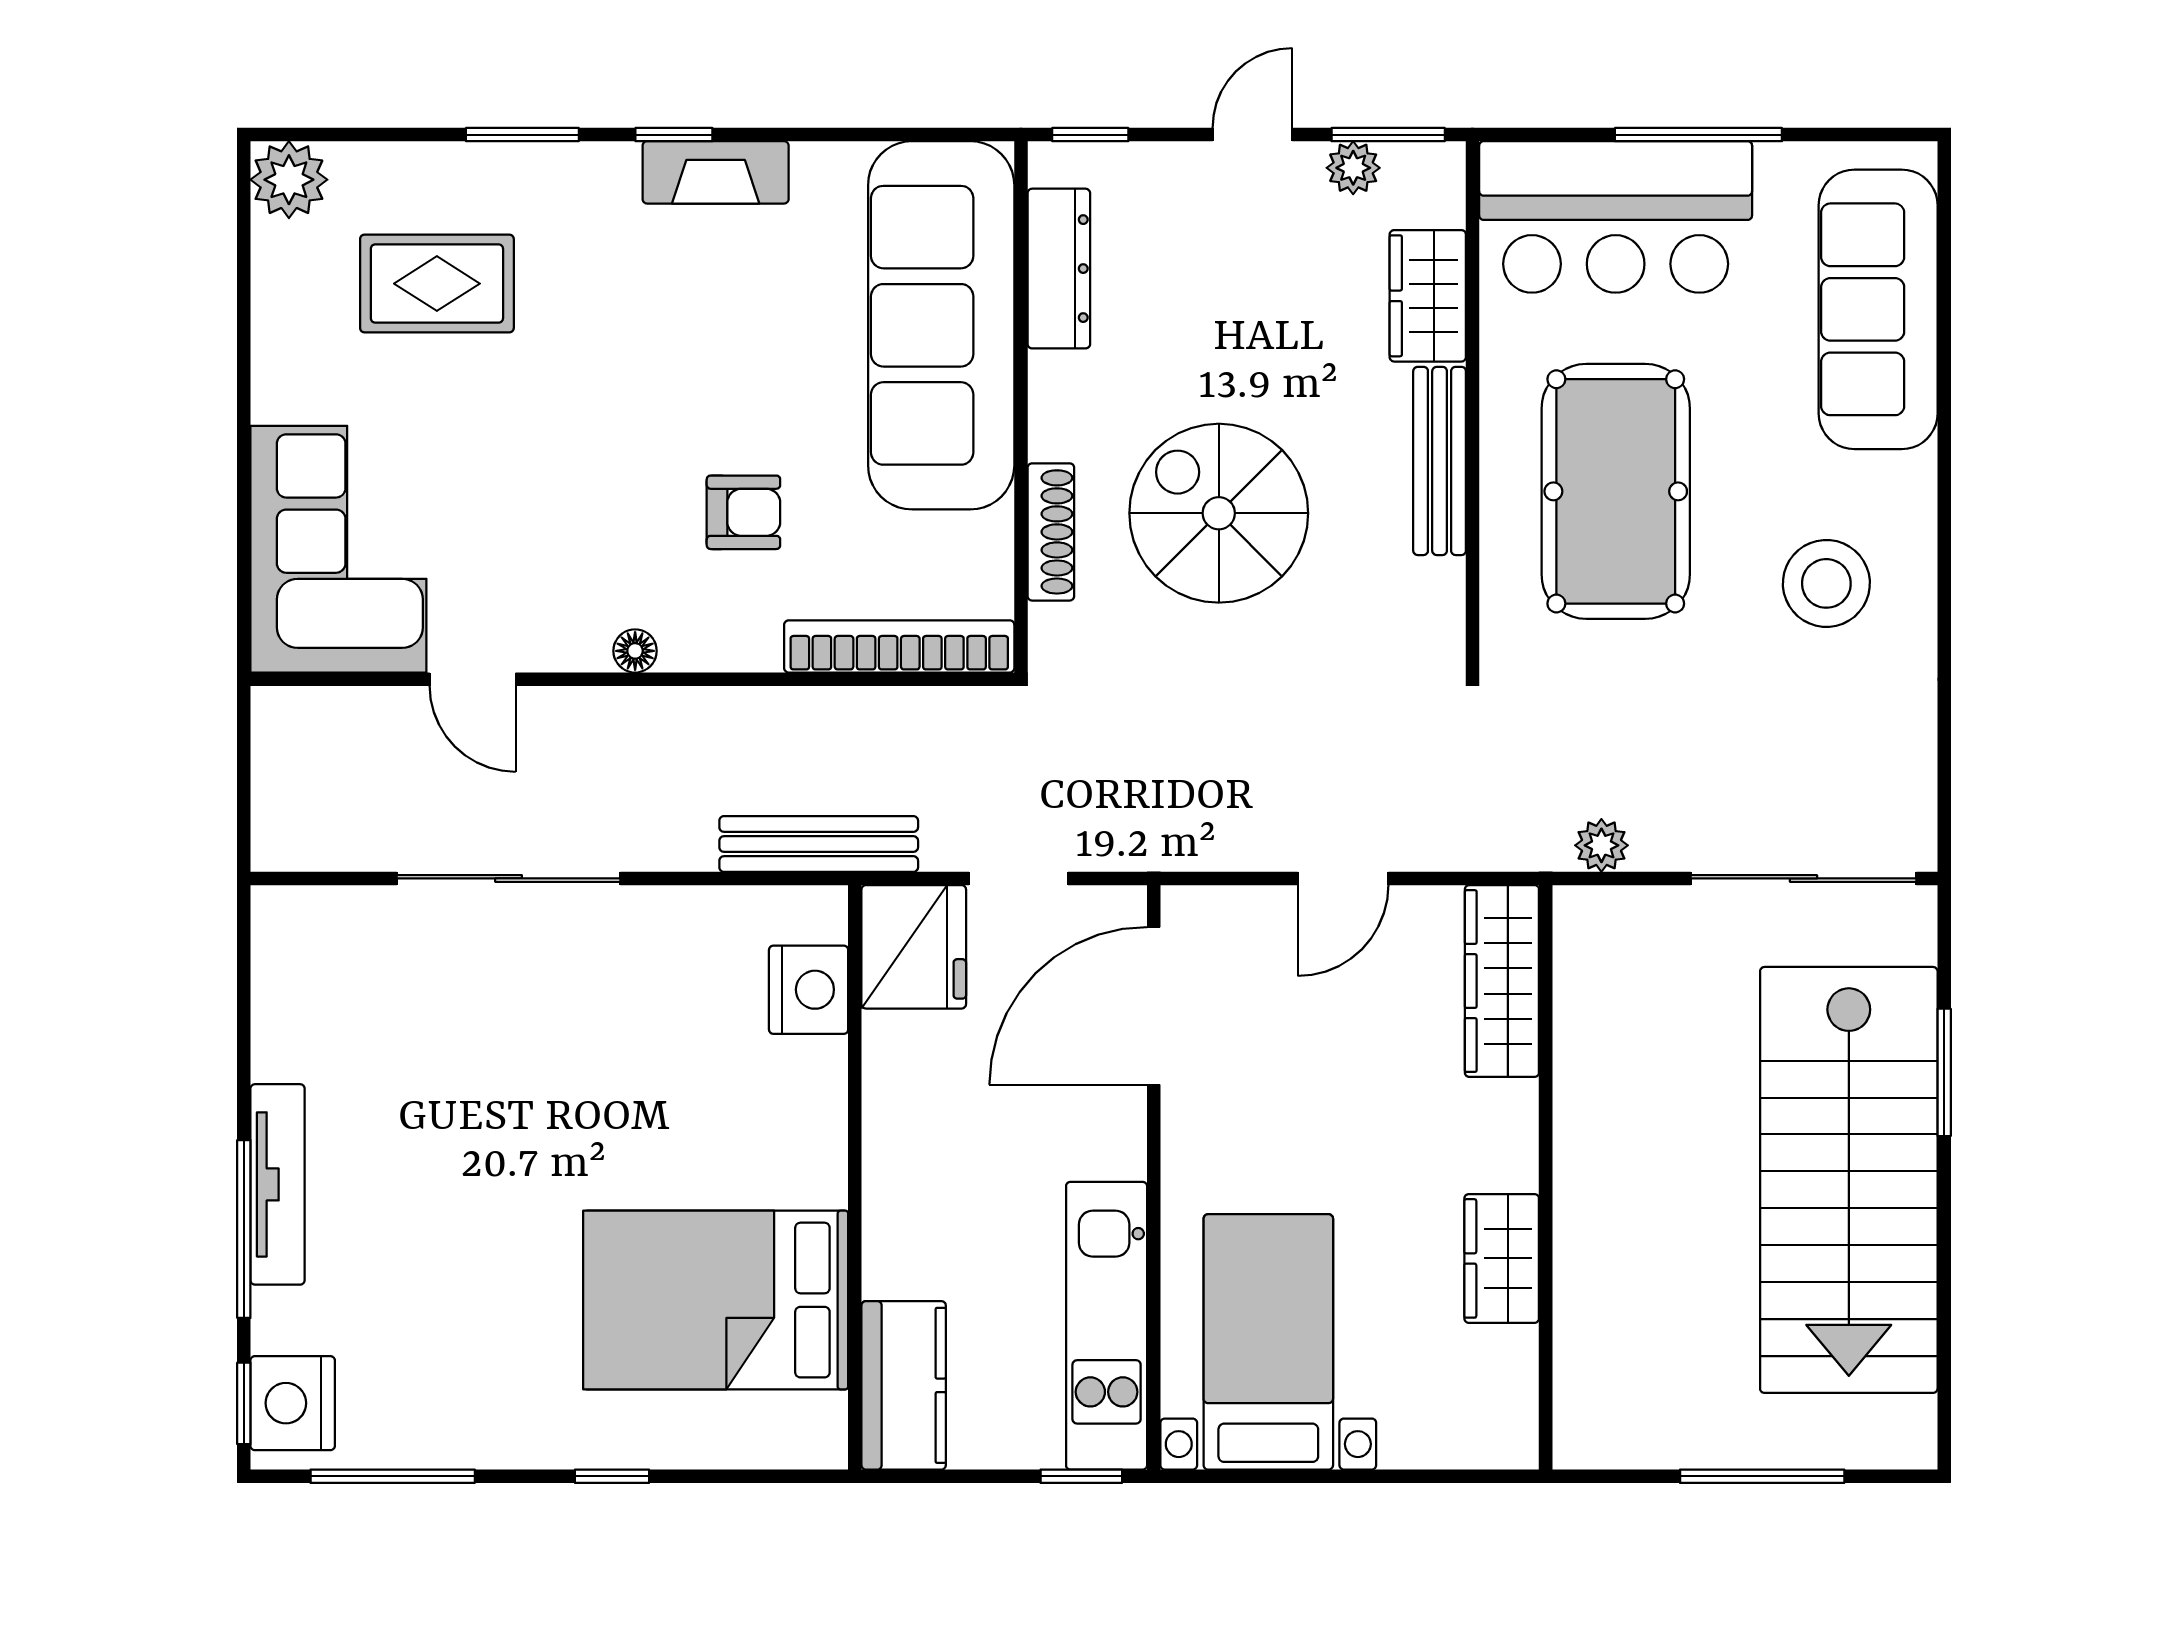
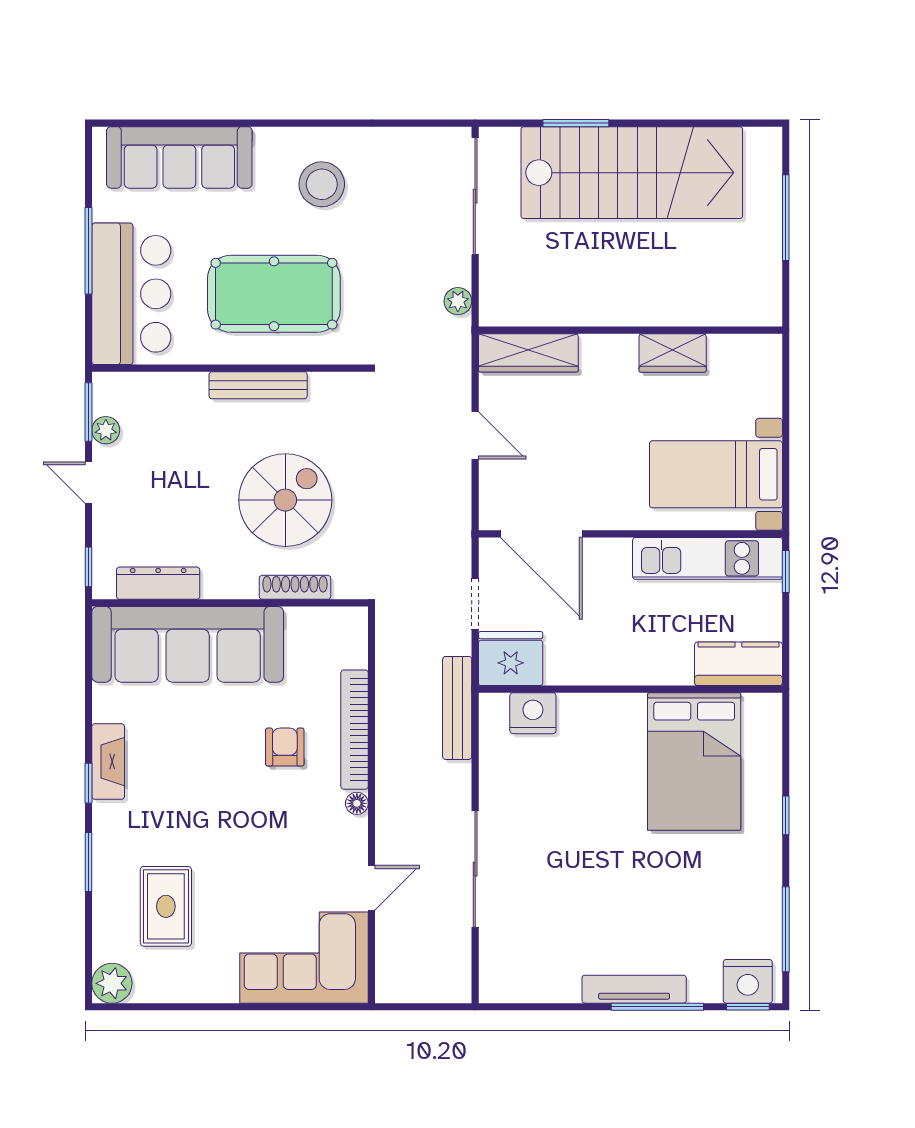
wardrobe: (1428, 296) -> (172, 391), removed
spiral stairs: (1219, 513) -> (285, 500), turned 180
bookcase: (899, 646) -> (355, 730), moved

